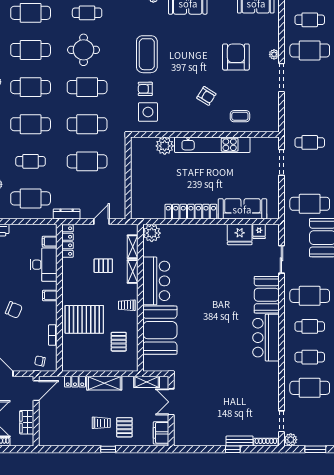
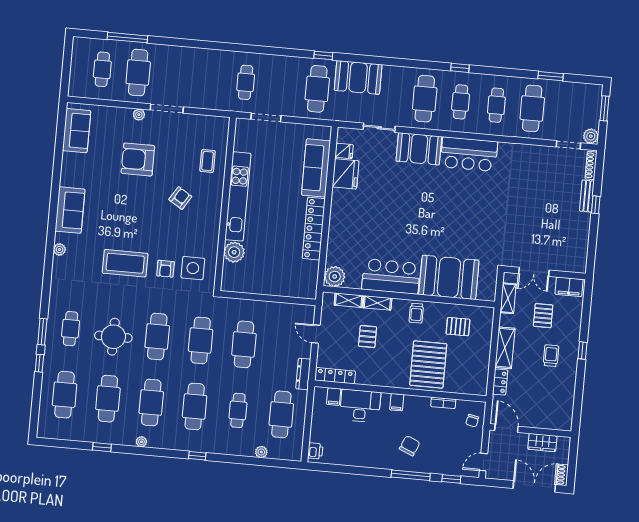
pallet: (124, 427) -> (543, 316), moved, turned 90

